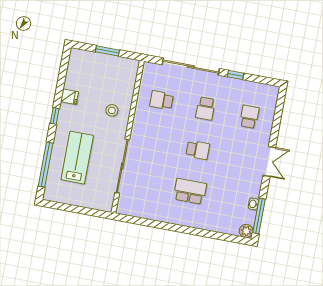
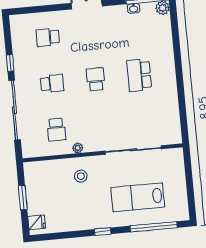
fridge: (70, 97) -> (37, 222), moved, turned 90
plant: (139, 115) -> (78, 148), added

